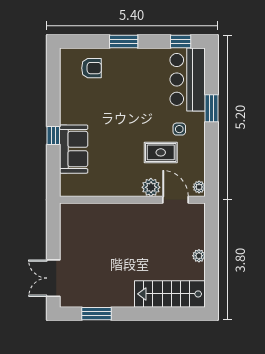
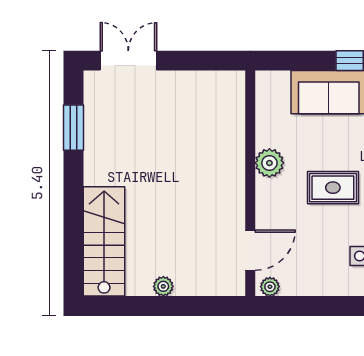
rug: (161, 152) -> (333, 188), moved, turned 90
plant: (151, 187) -> (269, 163), moved

